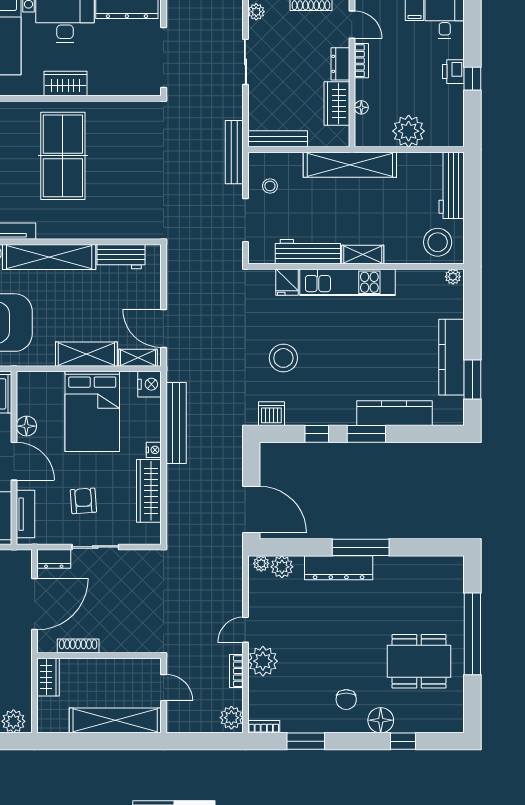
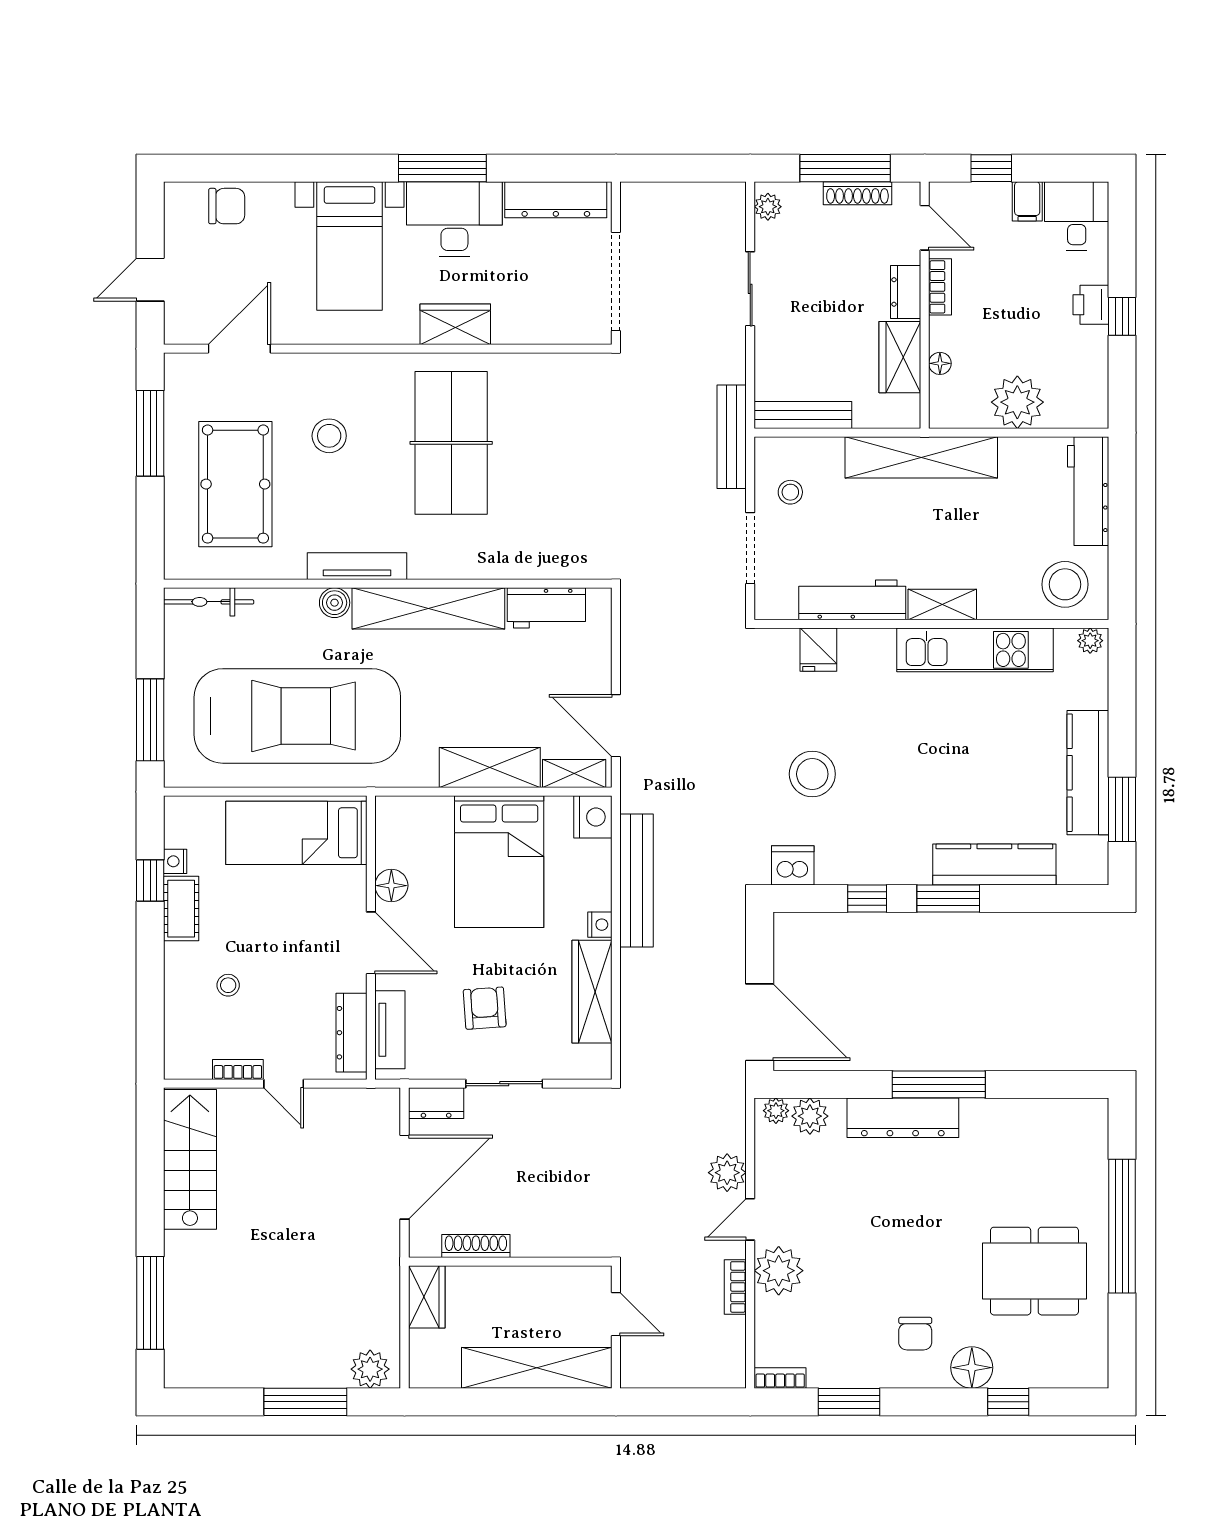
kitchen unit: (347, 282) -> (975, 650), moved
plant: (231, 718) -> (727, 1173), moved

